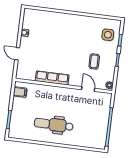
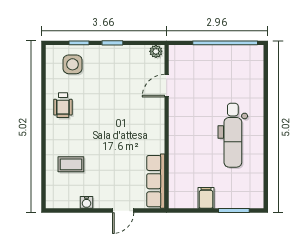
wheelchair: (84, 26) -> (63, 105), added
coffee table: (94, 61) -> (71, 164), moved
row of seats: (52, 78) -> (156, 181), moved
filing cabinet: (20, 92) -> (206, 198), moved

